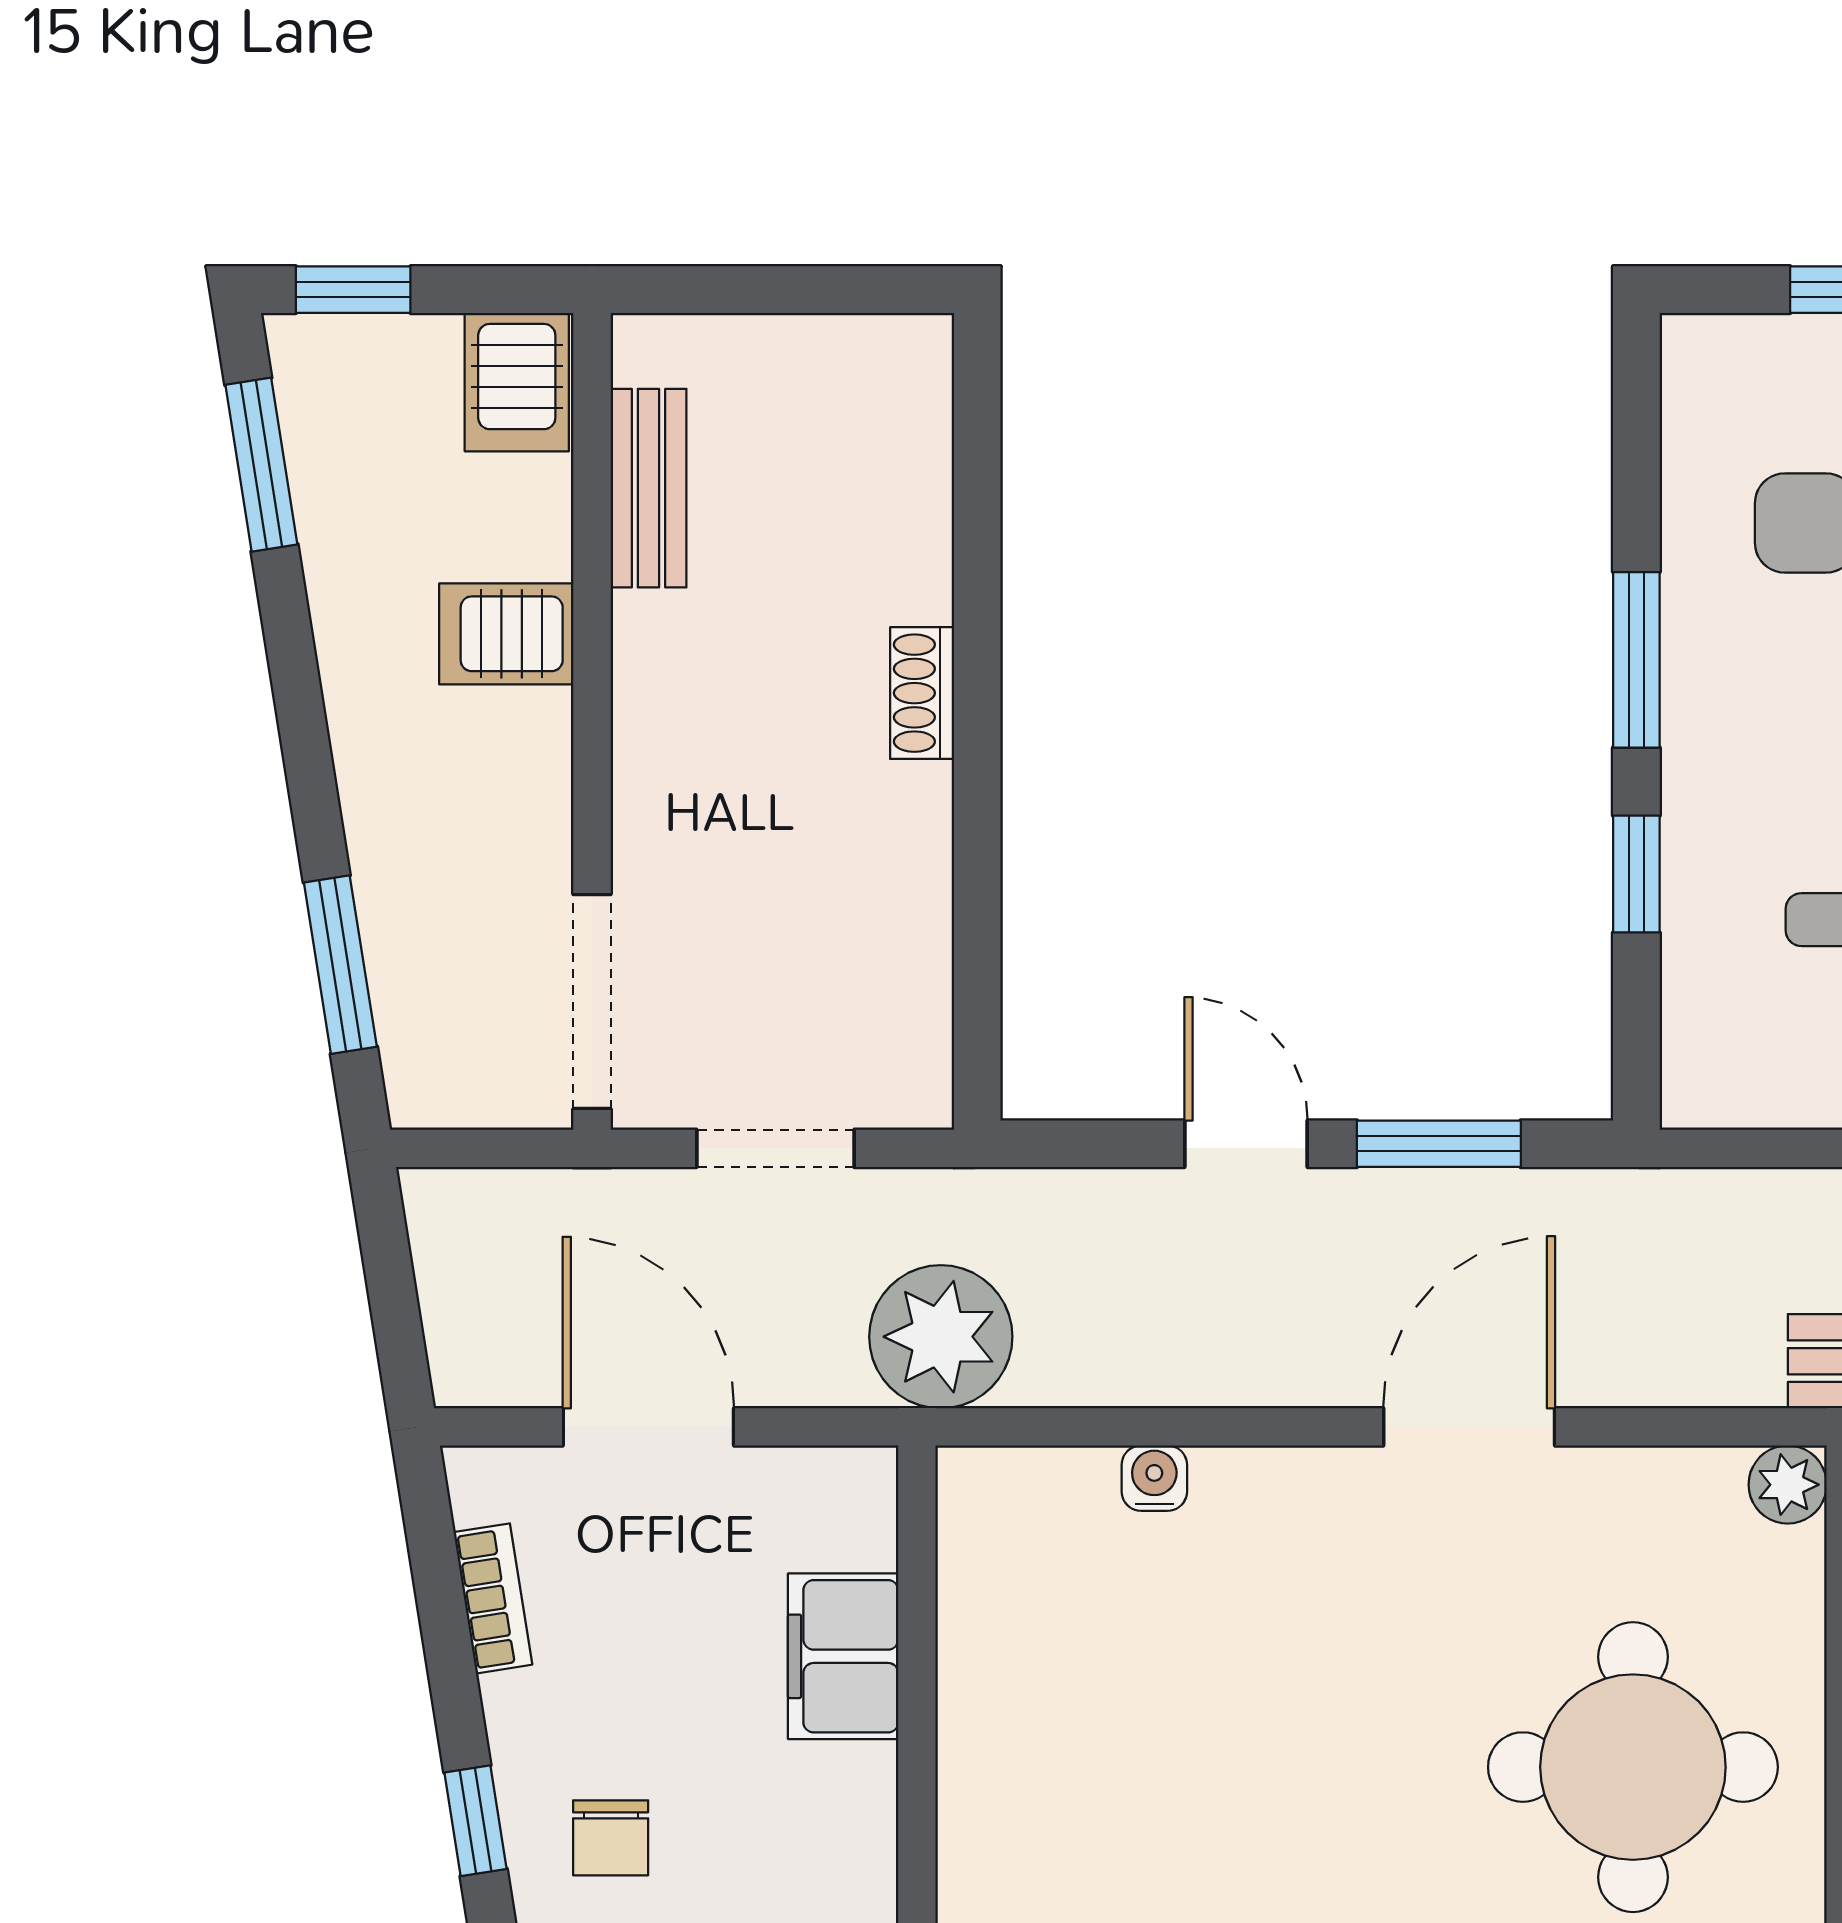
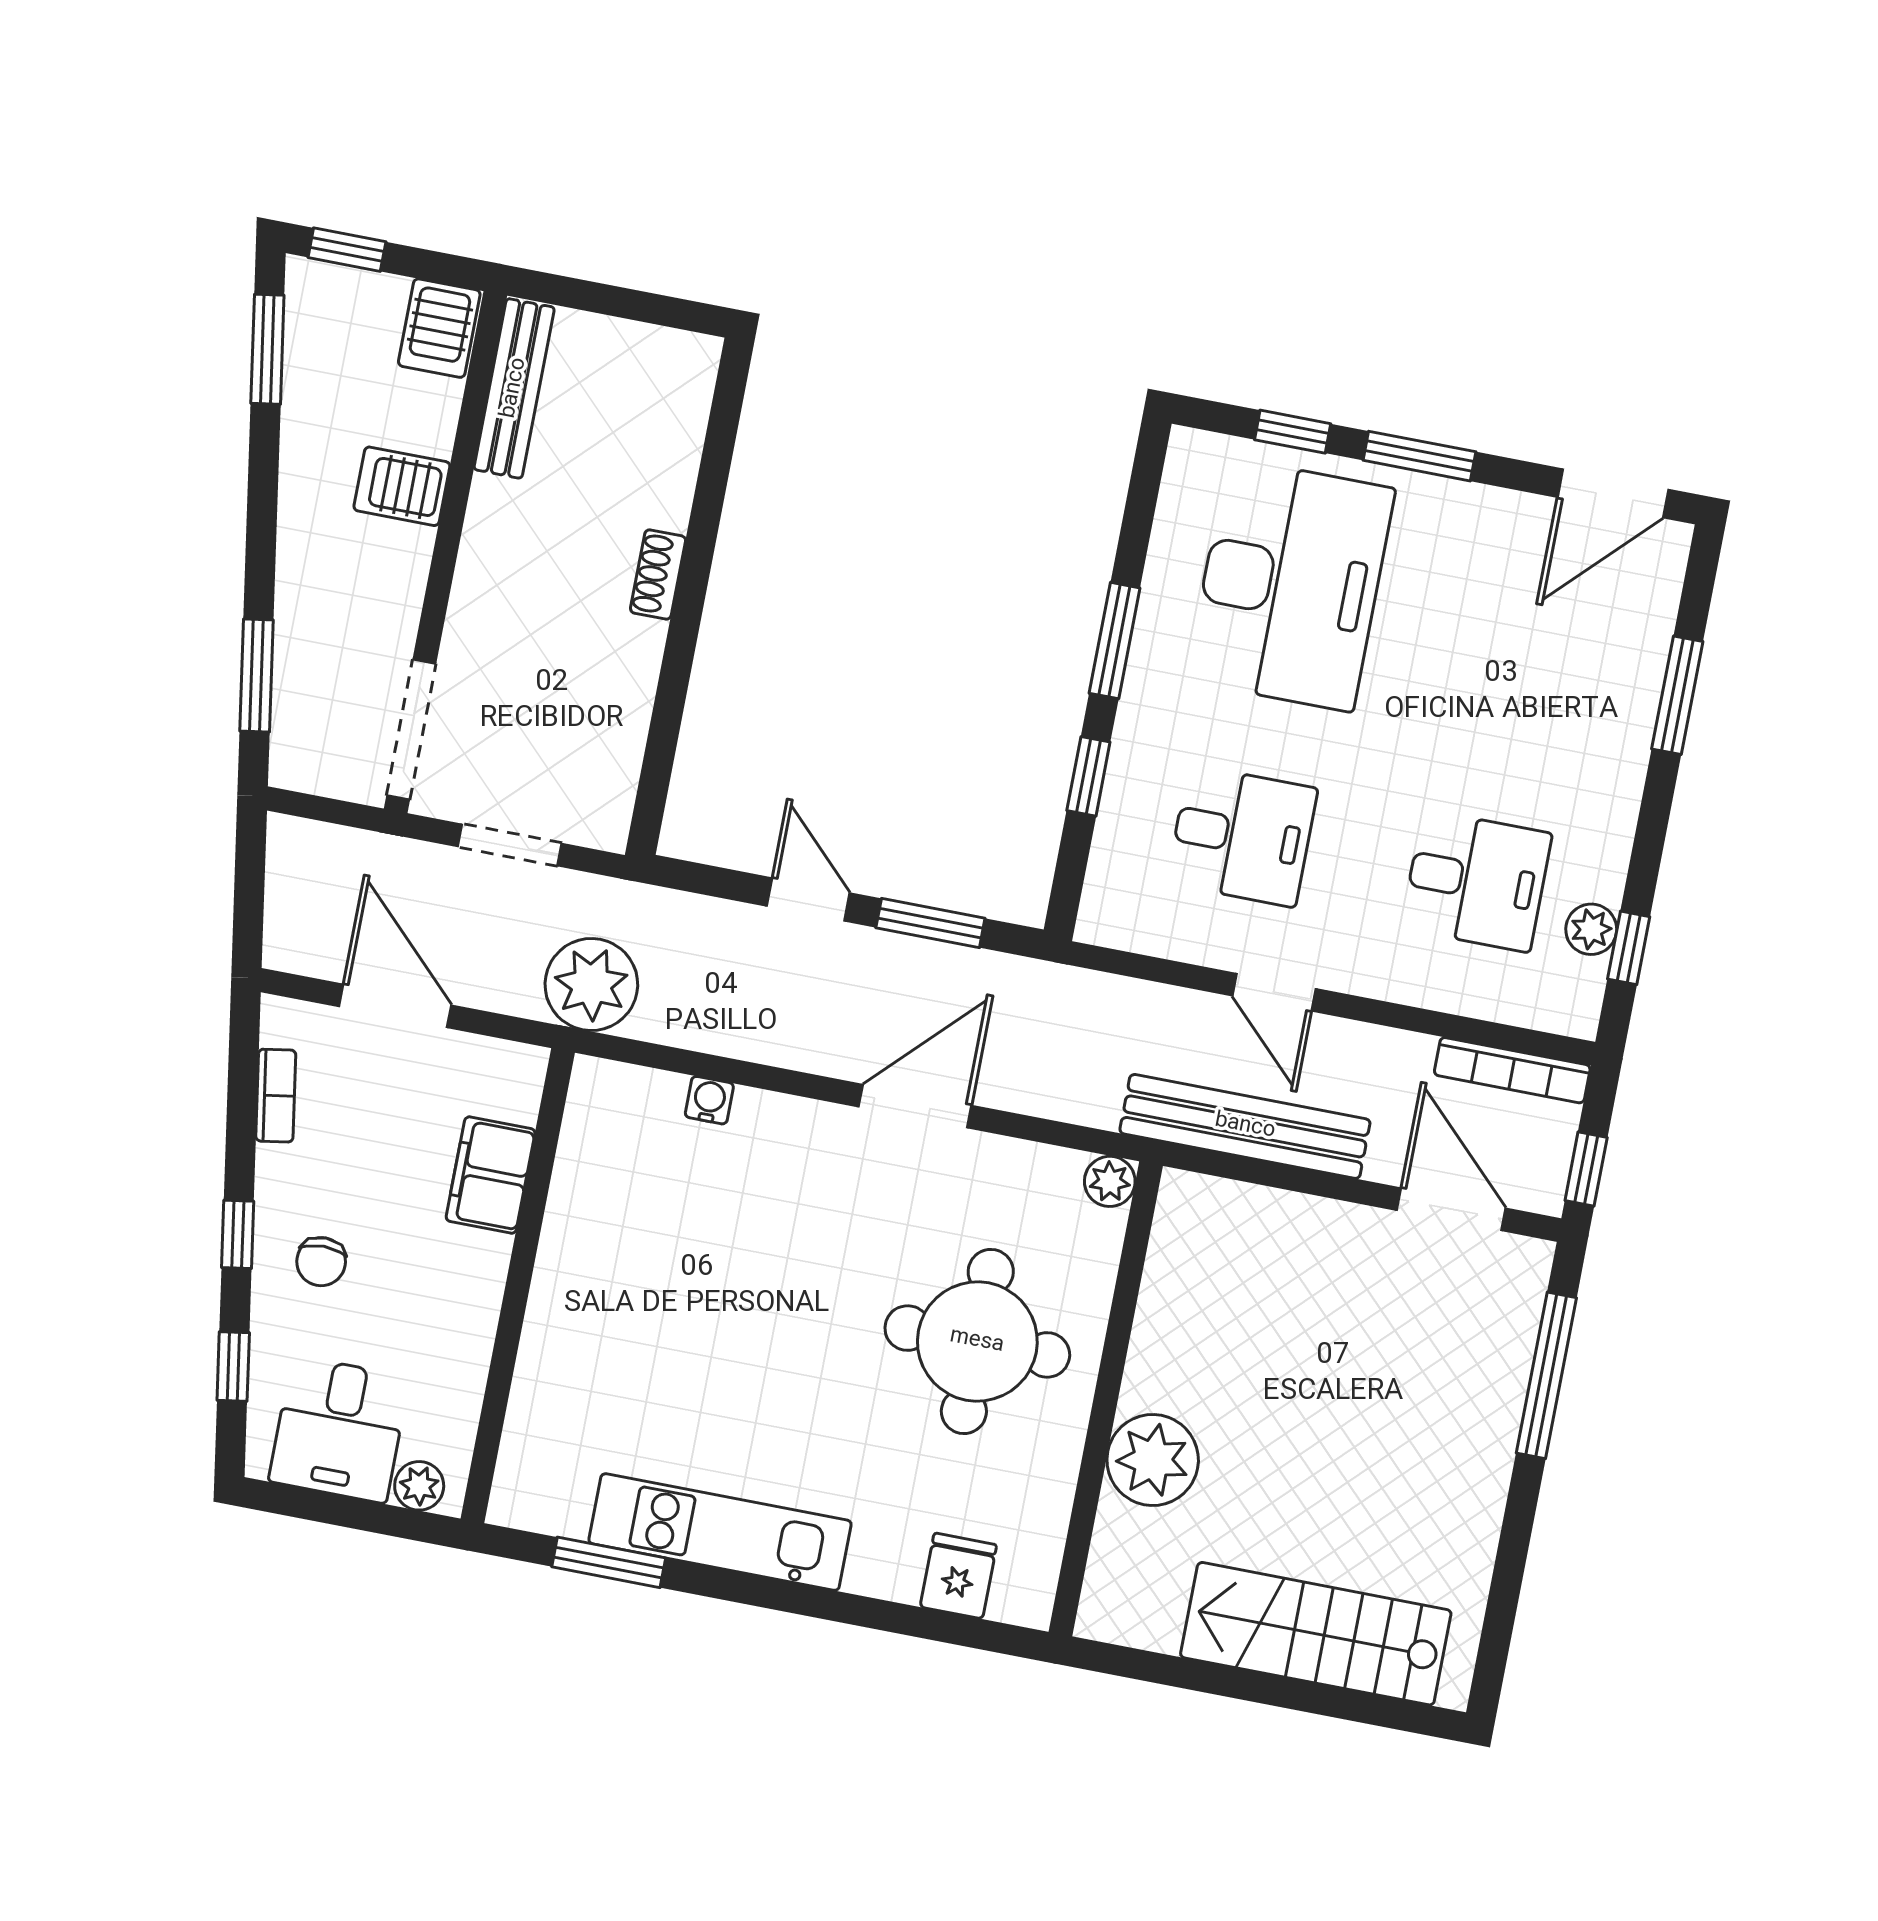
bench: (648, 488) -> (514, 388), width x1.36

